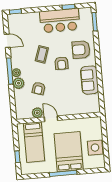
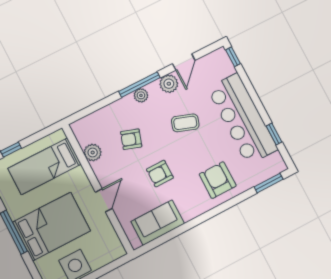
bar counter: (60, 21) -> (242, 119), width x1.36
armchair: (62, 63) -> (160, 174), moved
sofa: (90, 80) -> (158, 223), moved
plant: (19, 83) -> (169, 84), moved
door: (51, 119) -> (104, 200), moved

